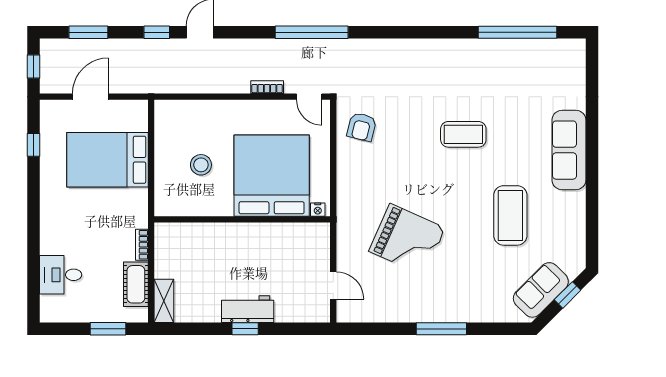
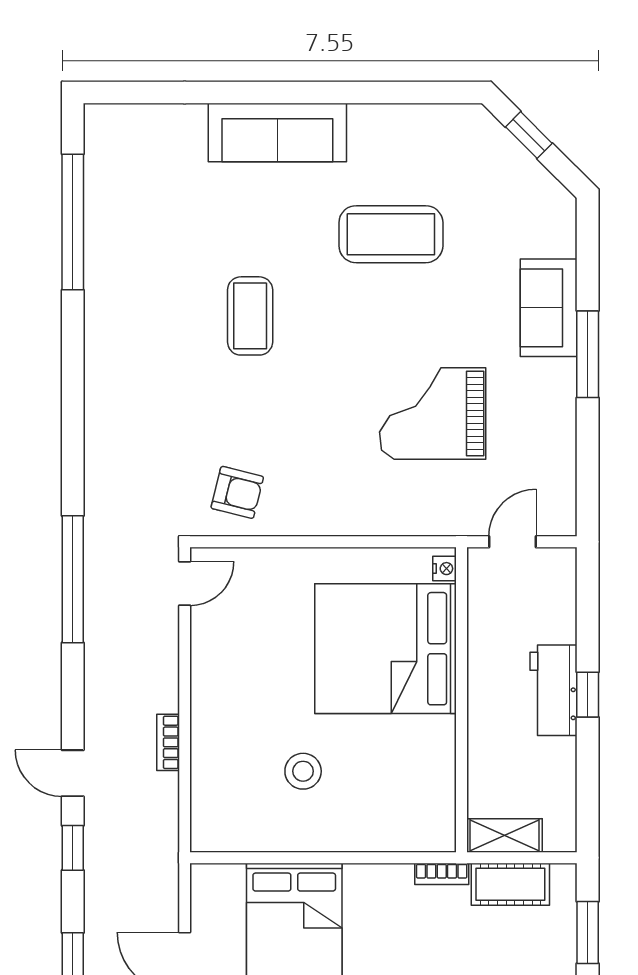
bookcase: (267, 87) -> (168, 742), moved
bed: (272, 176) -> (386, 649), moved
nightstand: (318, 210) -> (445, 569), moved
wall: (242, 219) -> (462, 700), moved
grand piano: (407, 240) -> (433, 413), turned -114
sofa: (541, 290) -> (549, 308), moved, turned 45
shelving: (164, 301) -> (505, 835), moved

